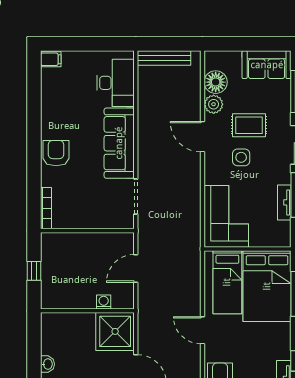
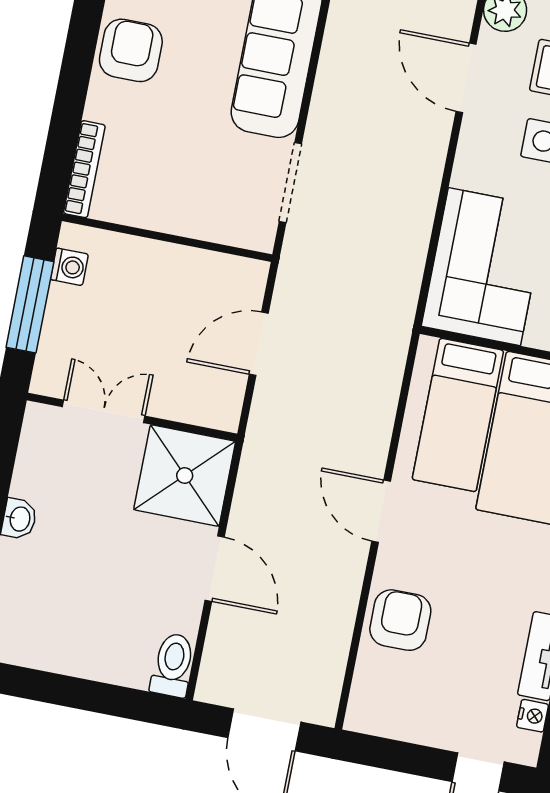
window: (34, 271) -> (30, 304), width x2.17
washing machine: (104, 302) -> (69, 267), moved, turned 90
double door: (75, 311) -> (104, 411), added

